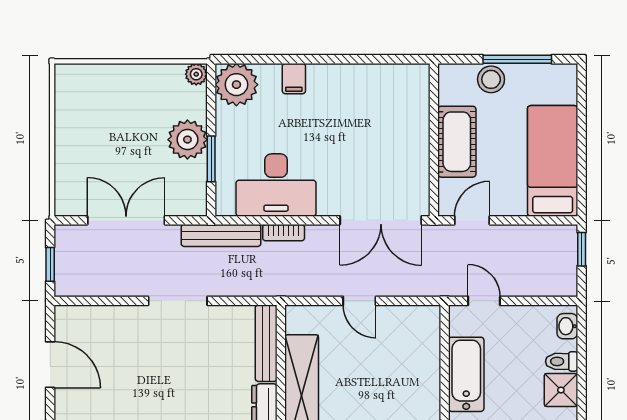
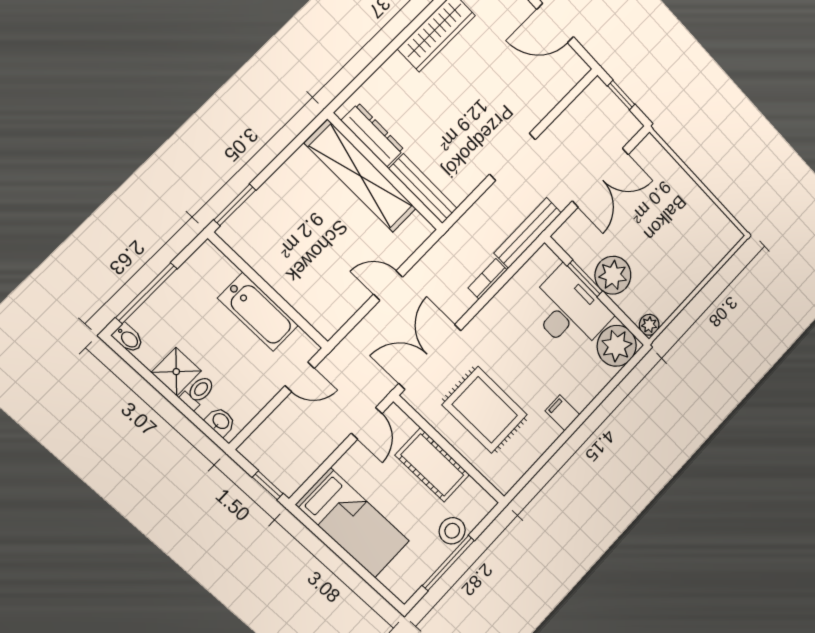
filing cabinet: (294, 79) -> (562, 413), moved
rug: (380, 141) -> (485, 410), added
desk: (276, 185) -> (569, 311), moved, turned 90

